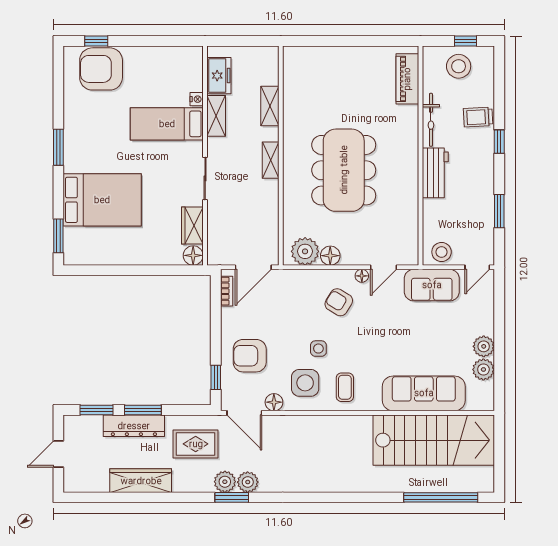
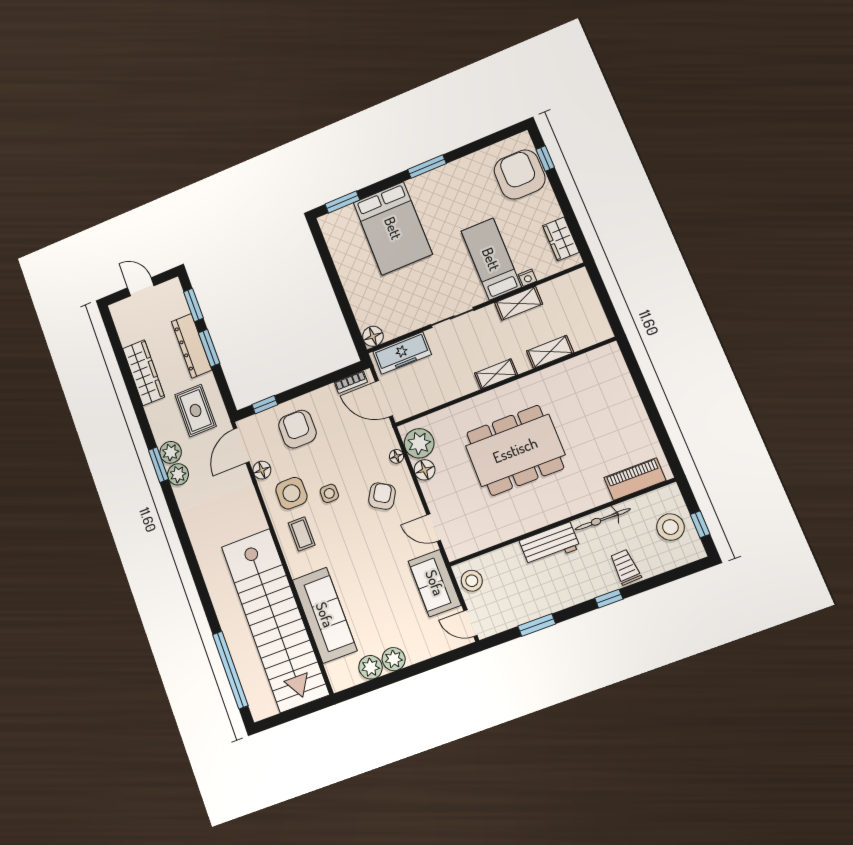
freezer: (219, 76) -> (402, 353), moved, width x1.40
wardrobe: (192, 226) -> (561, 239), moved, turned -90
floor lamp: (362, 276) -> (396, 456), moved
coffee table: (345, 387) -> (302, 534), turned 90
stairs: (434, 440) -> (275, 620), width x1.36

